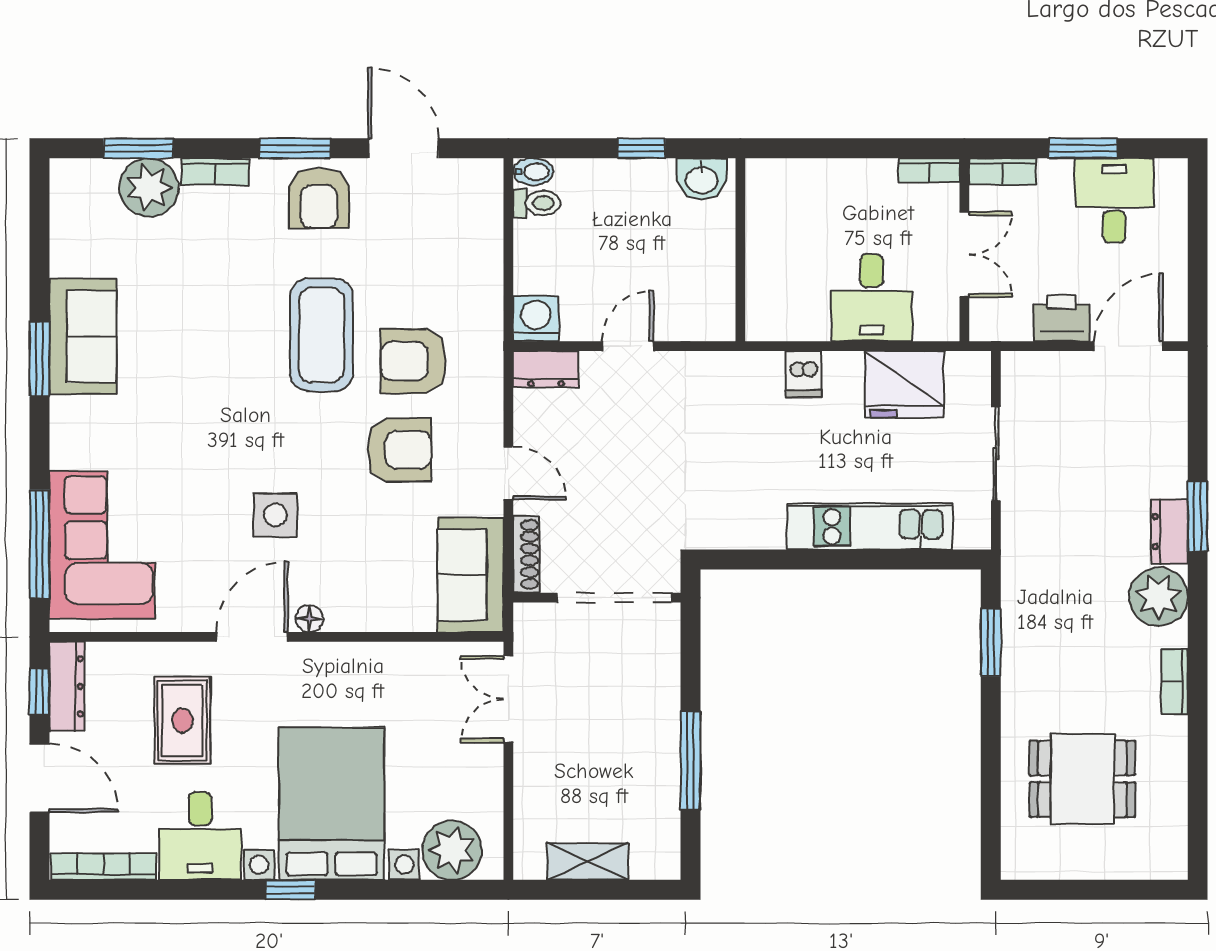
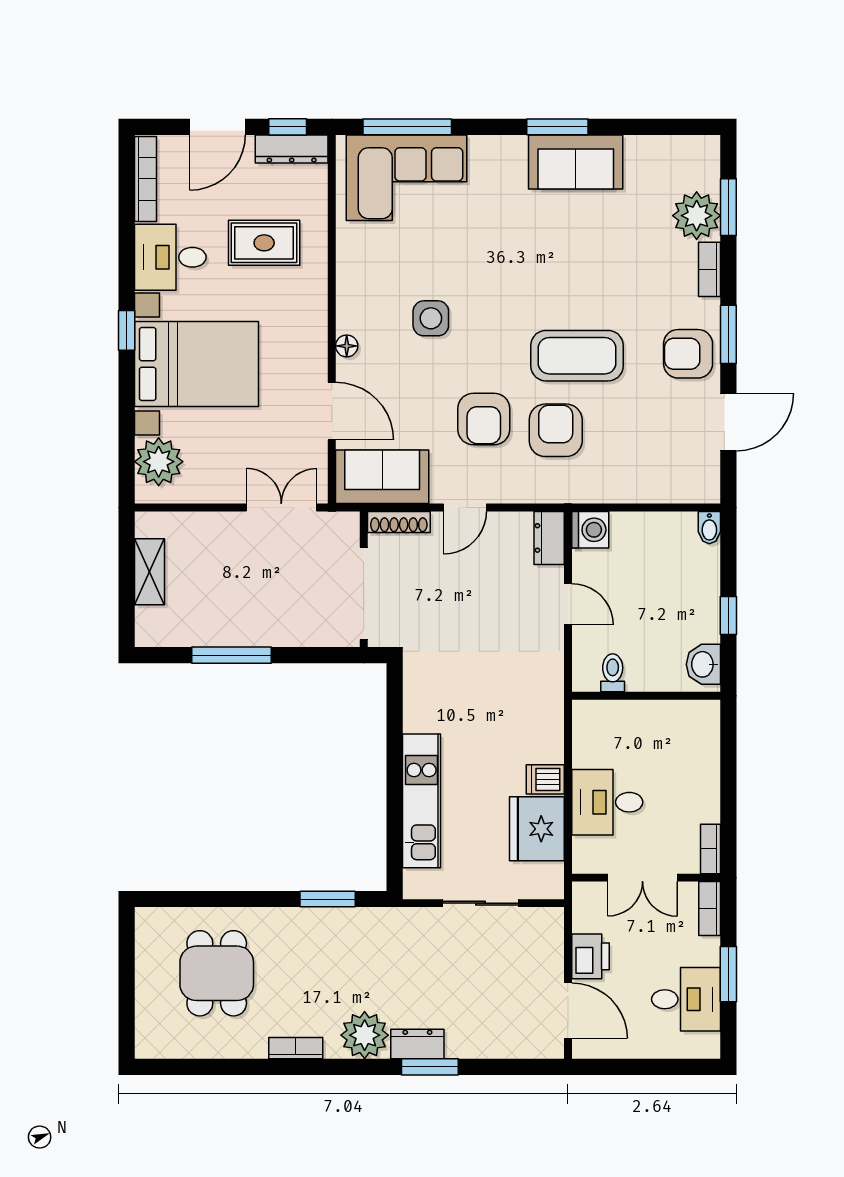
toilet: (537, 203) -> (613, 673), moved, turned 180
dishwasher: (804, 374) -> (545, 779), moved
door: (252, 637) -> (332, 411), moved

